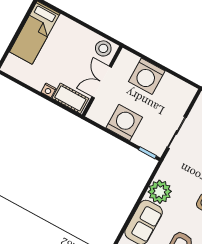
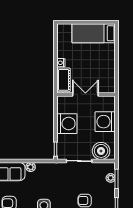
stool: (103, 48) -> (108, 84), removed
boiler: (179, 100) -> (101, 151), added
plant: (160, 192) -> (31, 167), width x0.53, depth x0.53

